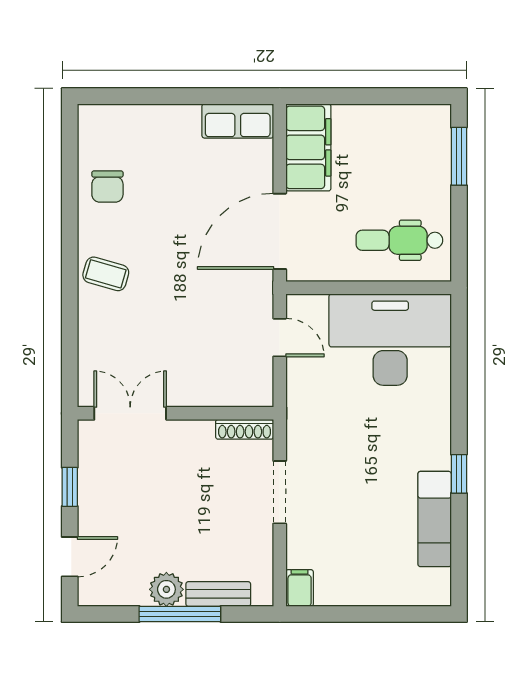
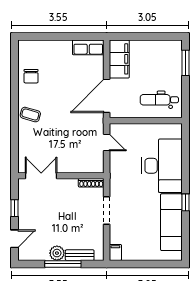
desk: (390, 340) -> (162, 166), moved, turned 90
exam couch: (435, 519) -> (171, 222), width x1.36, depth x1.45

